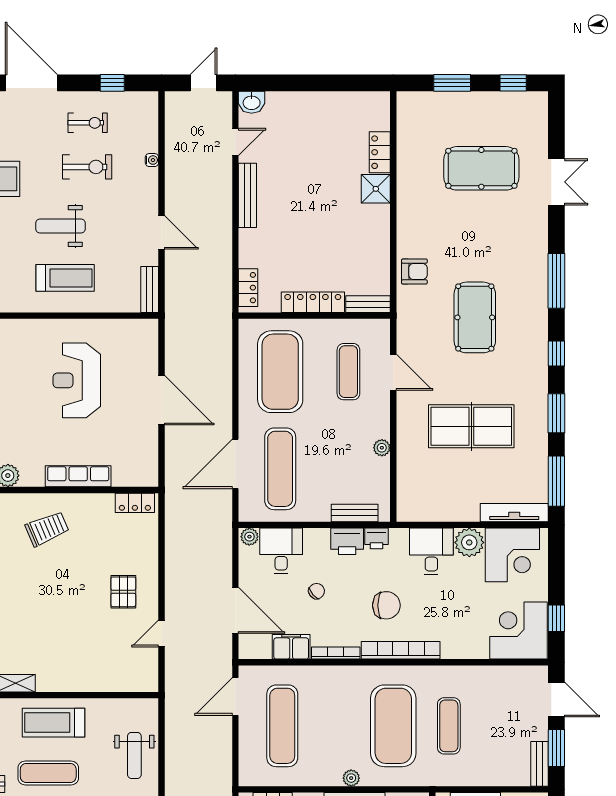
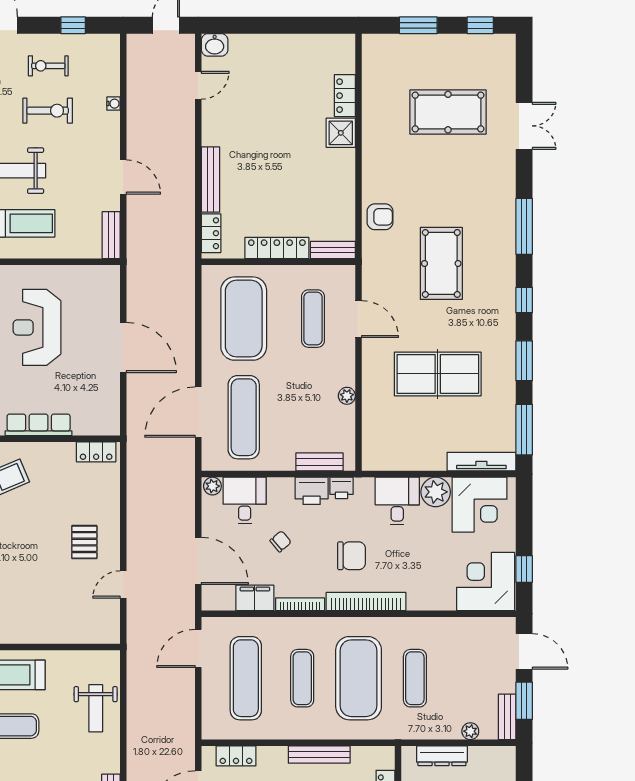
exercise bike: (88, 123) -> (48, 66), turned 180
bench: (247, 195) -> (210, 180), moved
exercise mat: (338, 726) -> (302, 678), added
plant: (351, 778) -> (470, 731), moved

